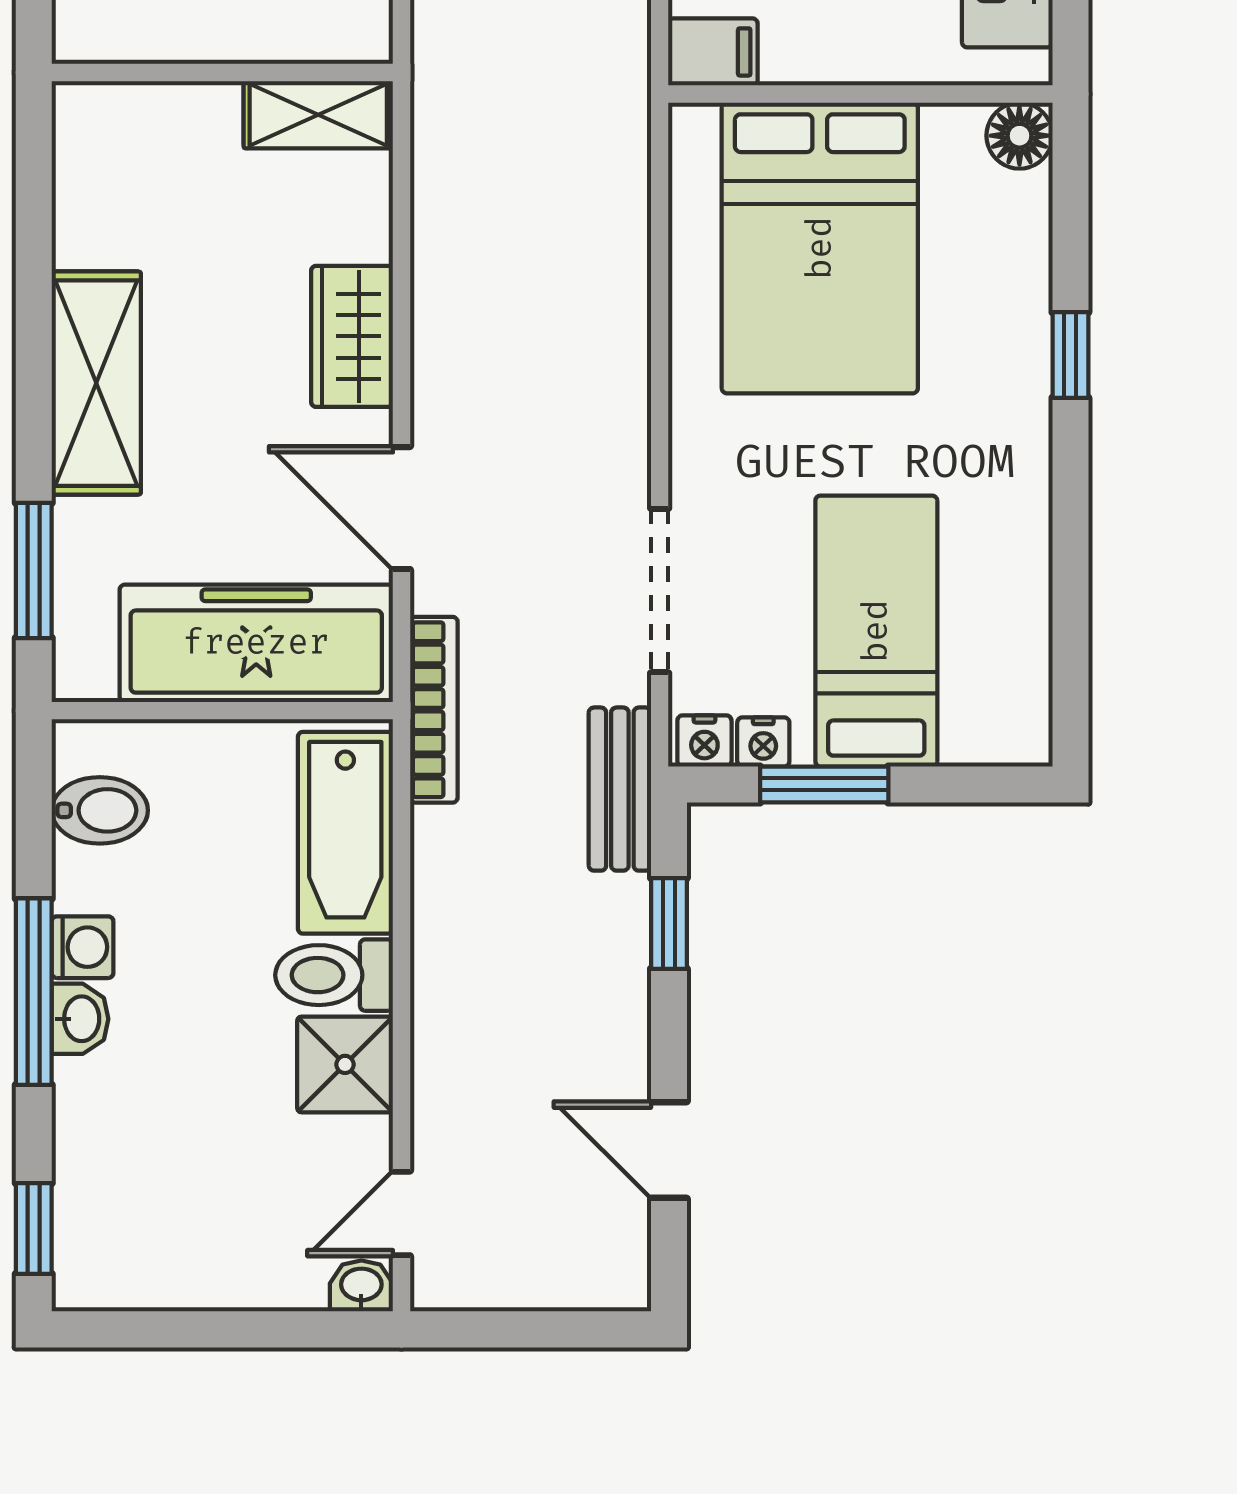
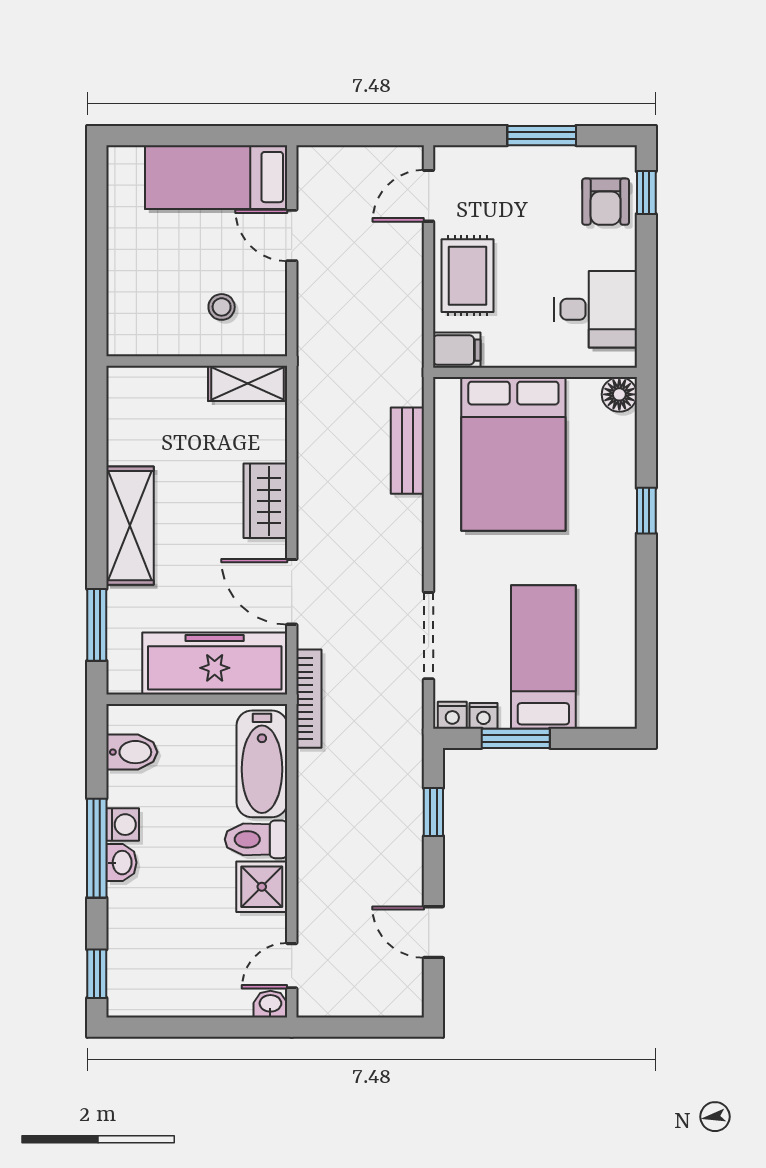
bench: (620, 789) -> (407, 451), moved

